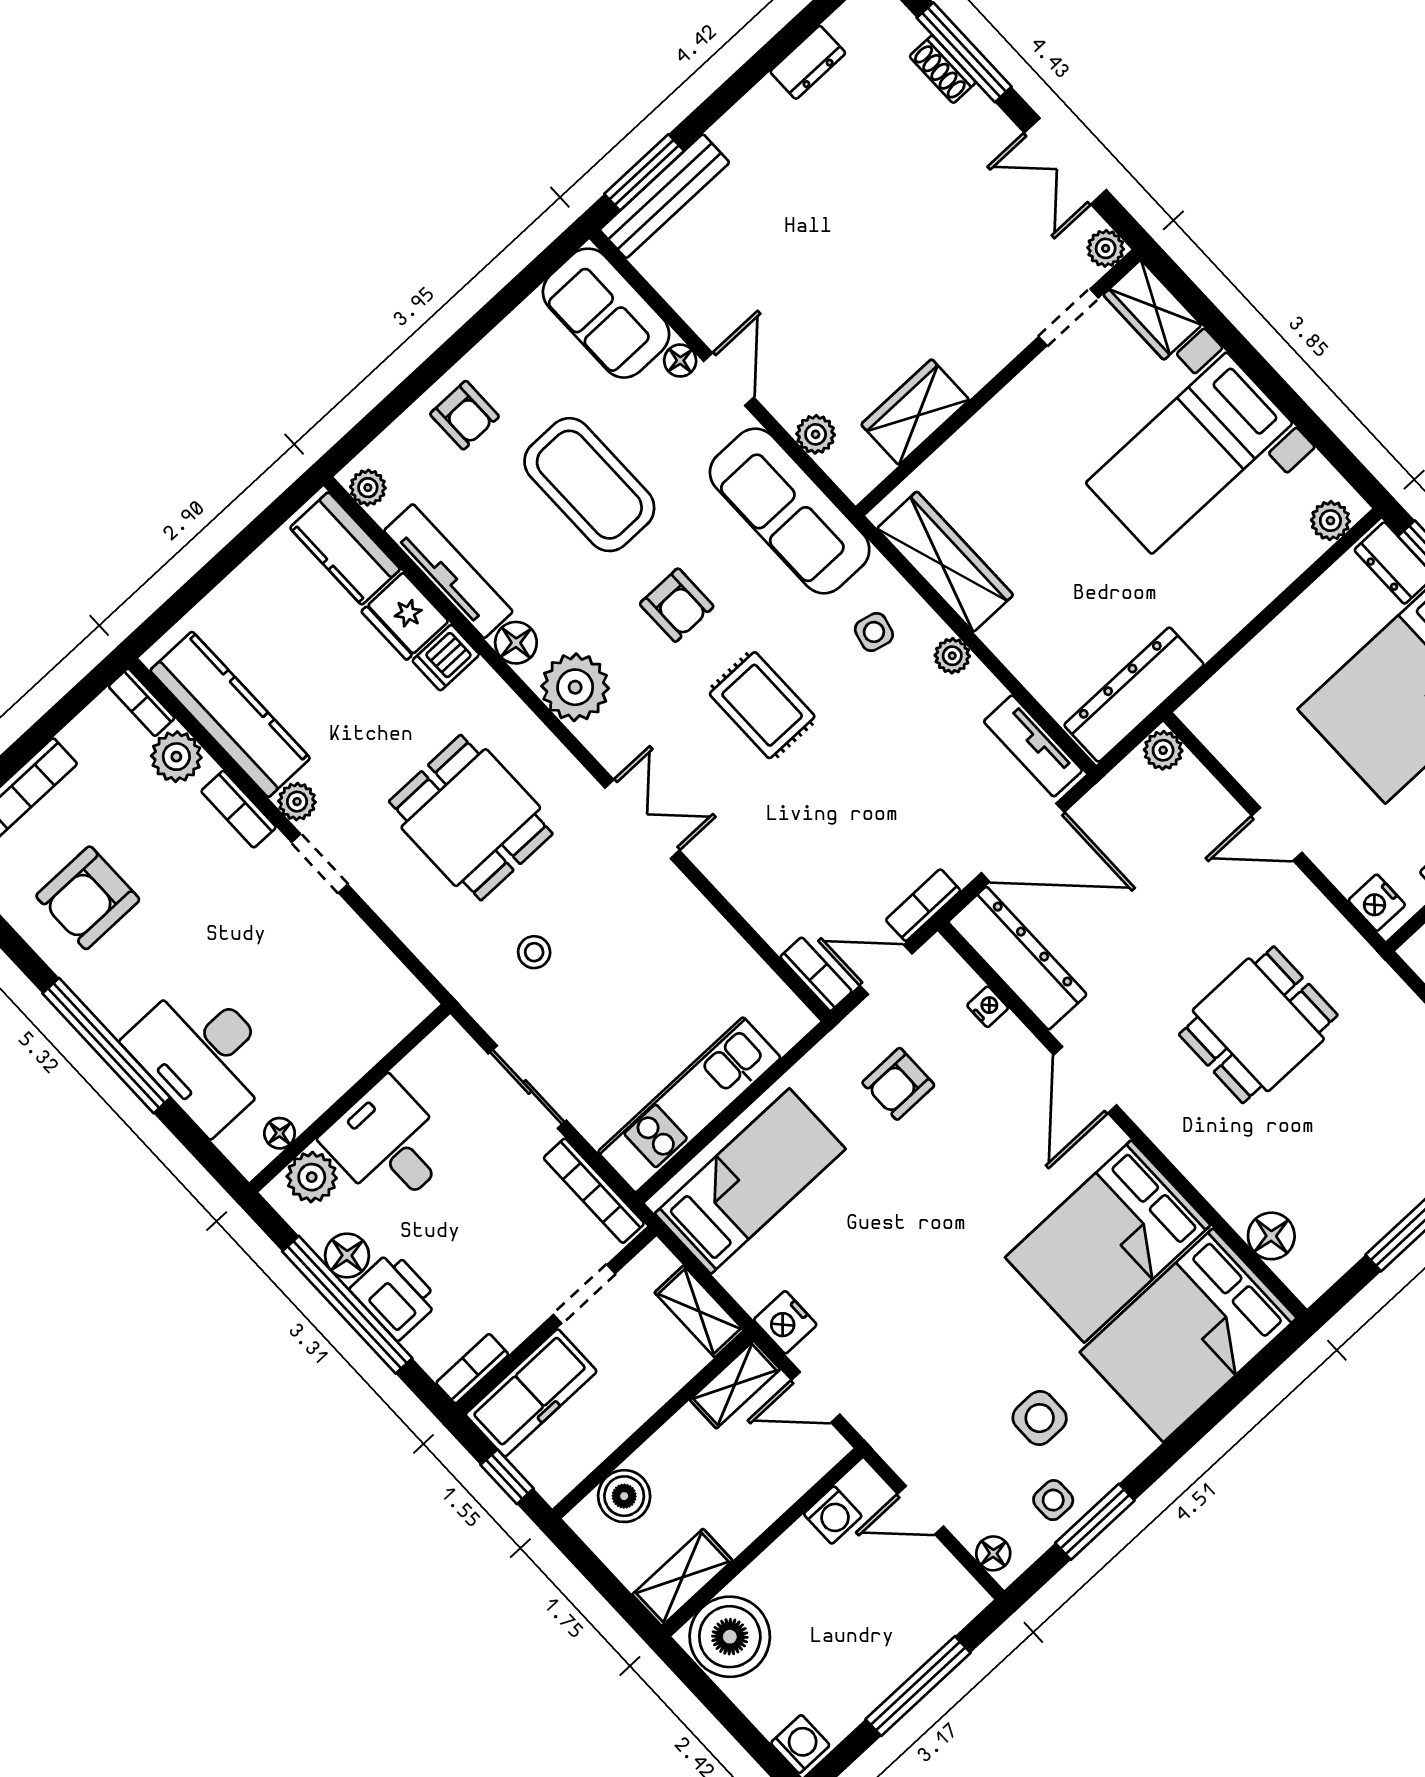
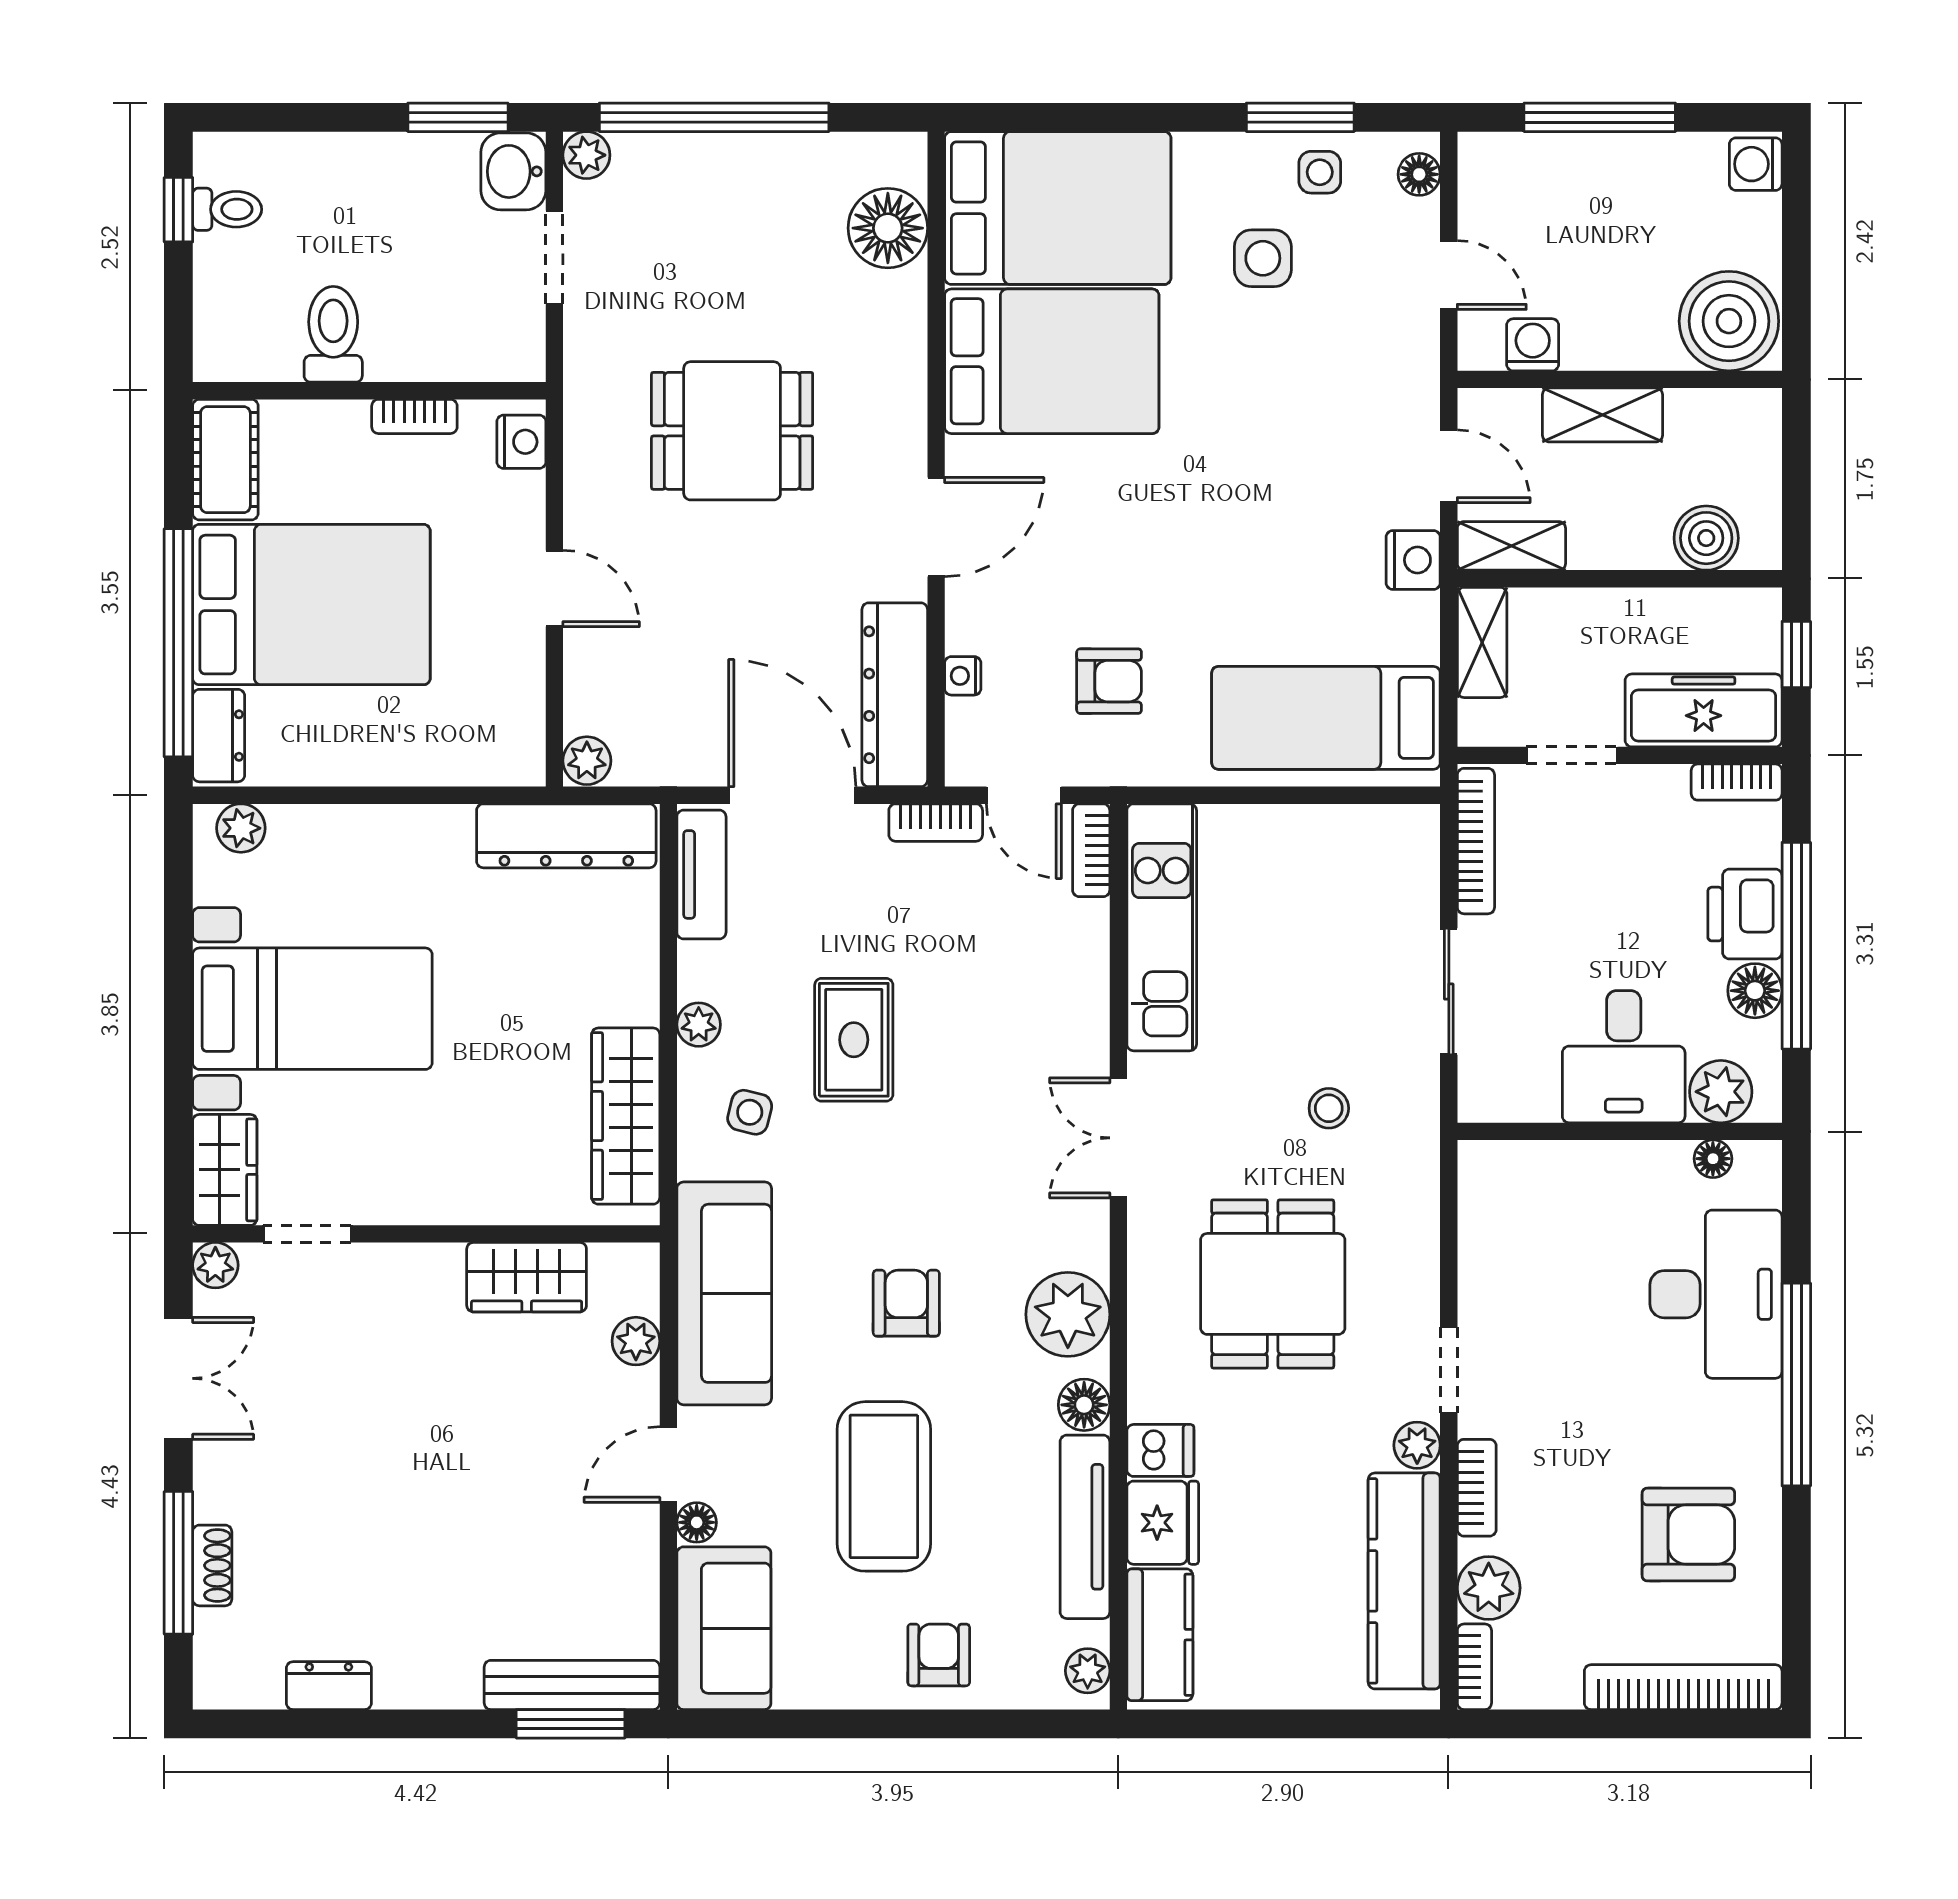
rug: (762, 705) -> (854, 1040), moved
kitchen unit: (689, 1105) -> (1162, 927), moved, turned -90
floor lamp: (1271, 1236) -> (888, 228), width x1.38, depth x1.38
shelving: (682, 1577) -> (1603, 415), moved

